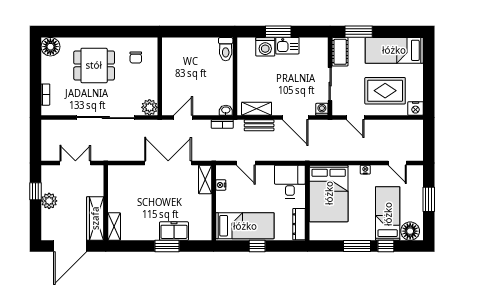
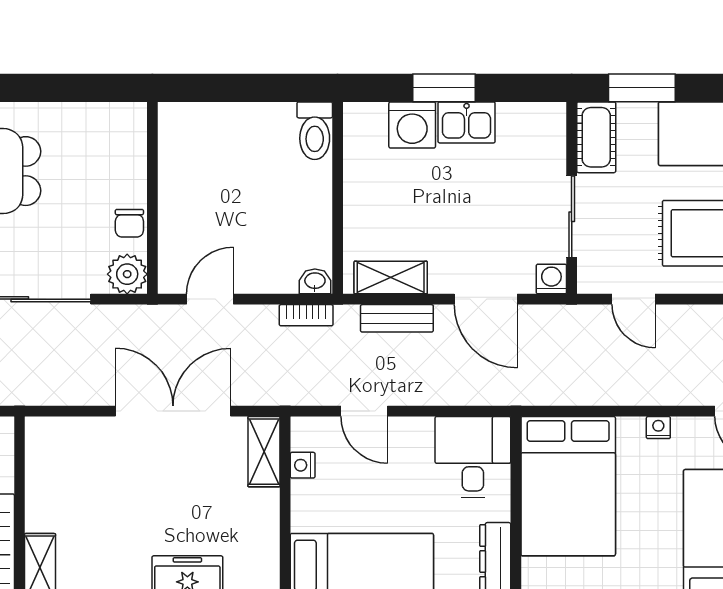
chair: (136, 58) -> (129, 223), moved

